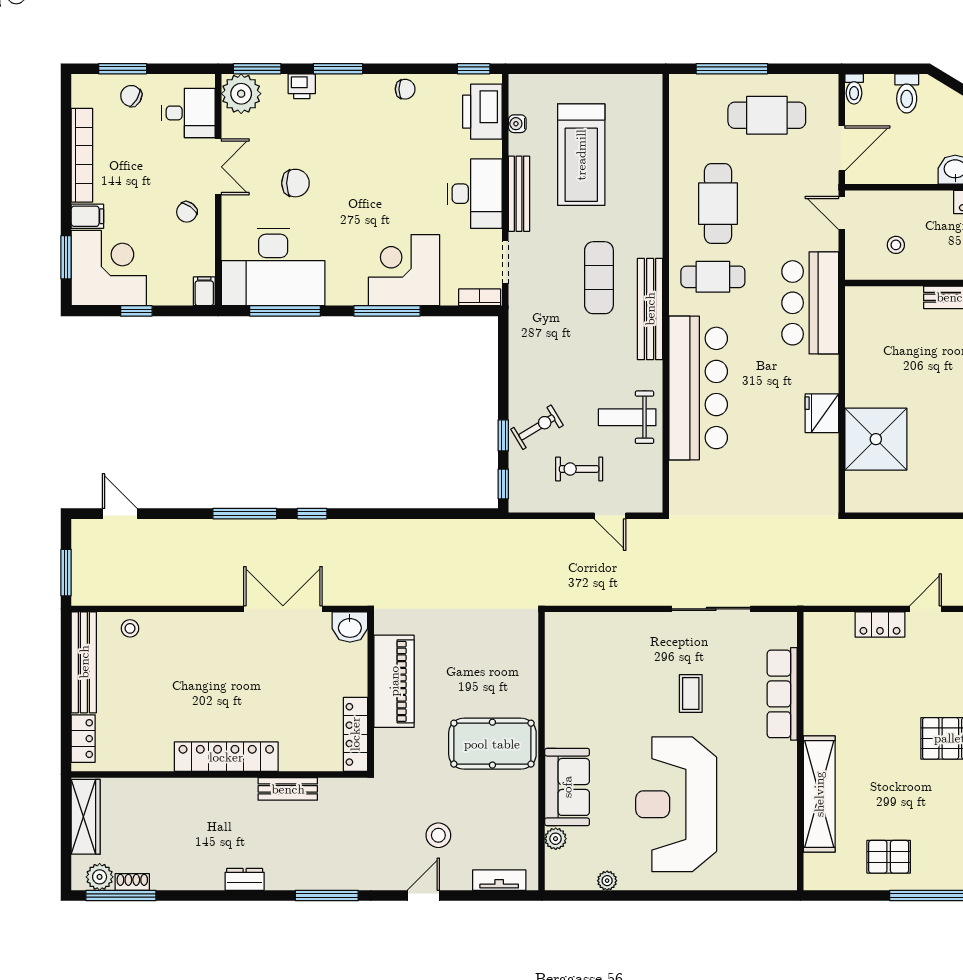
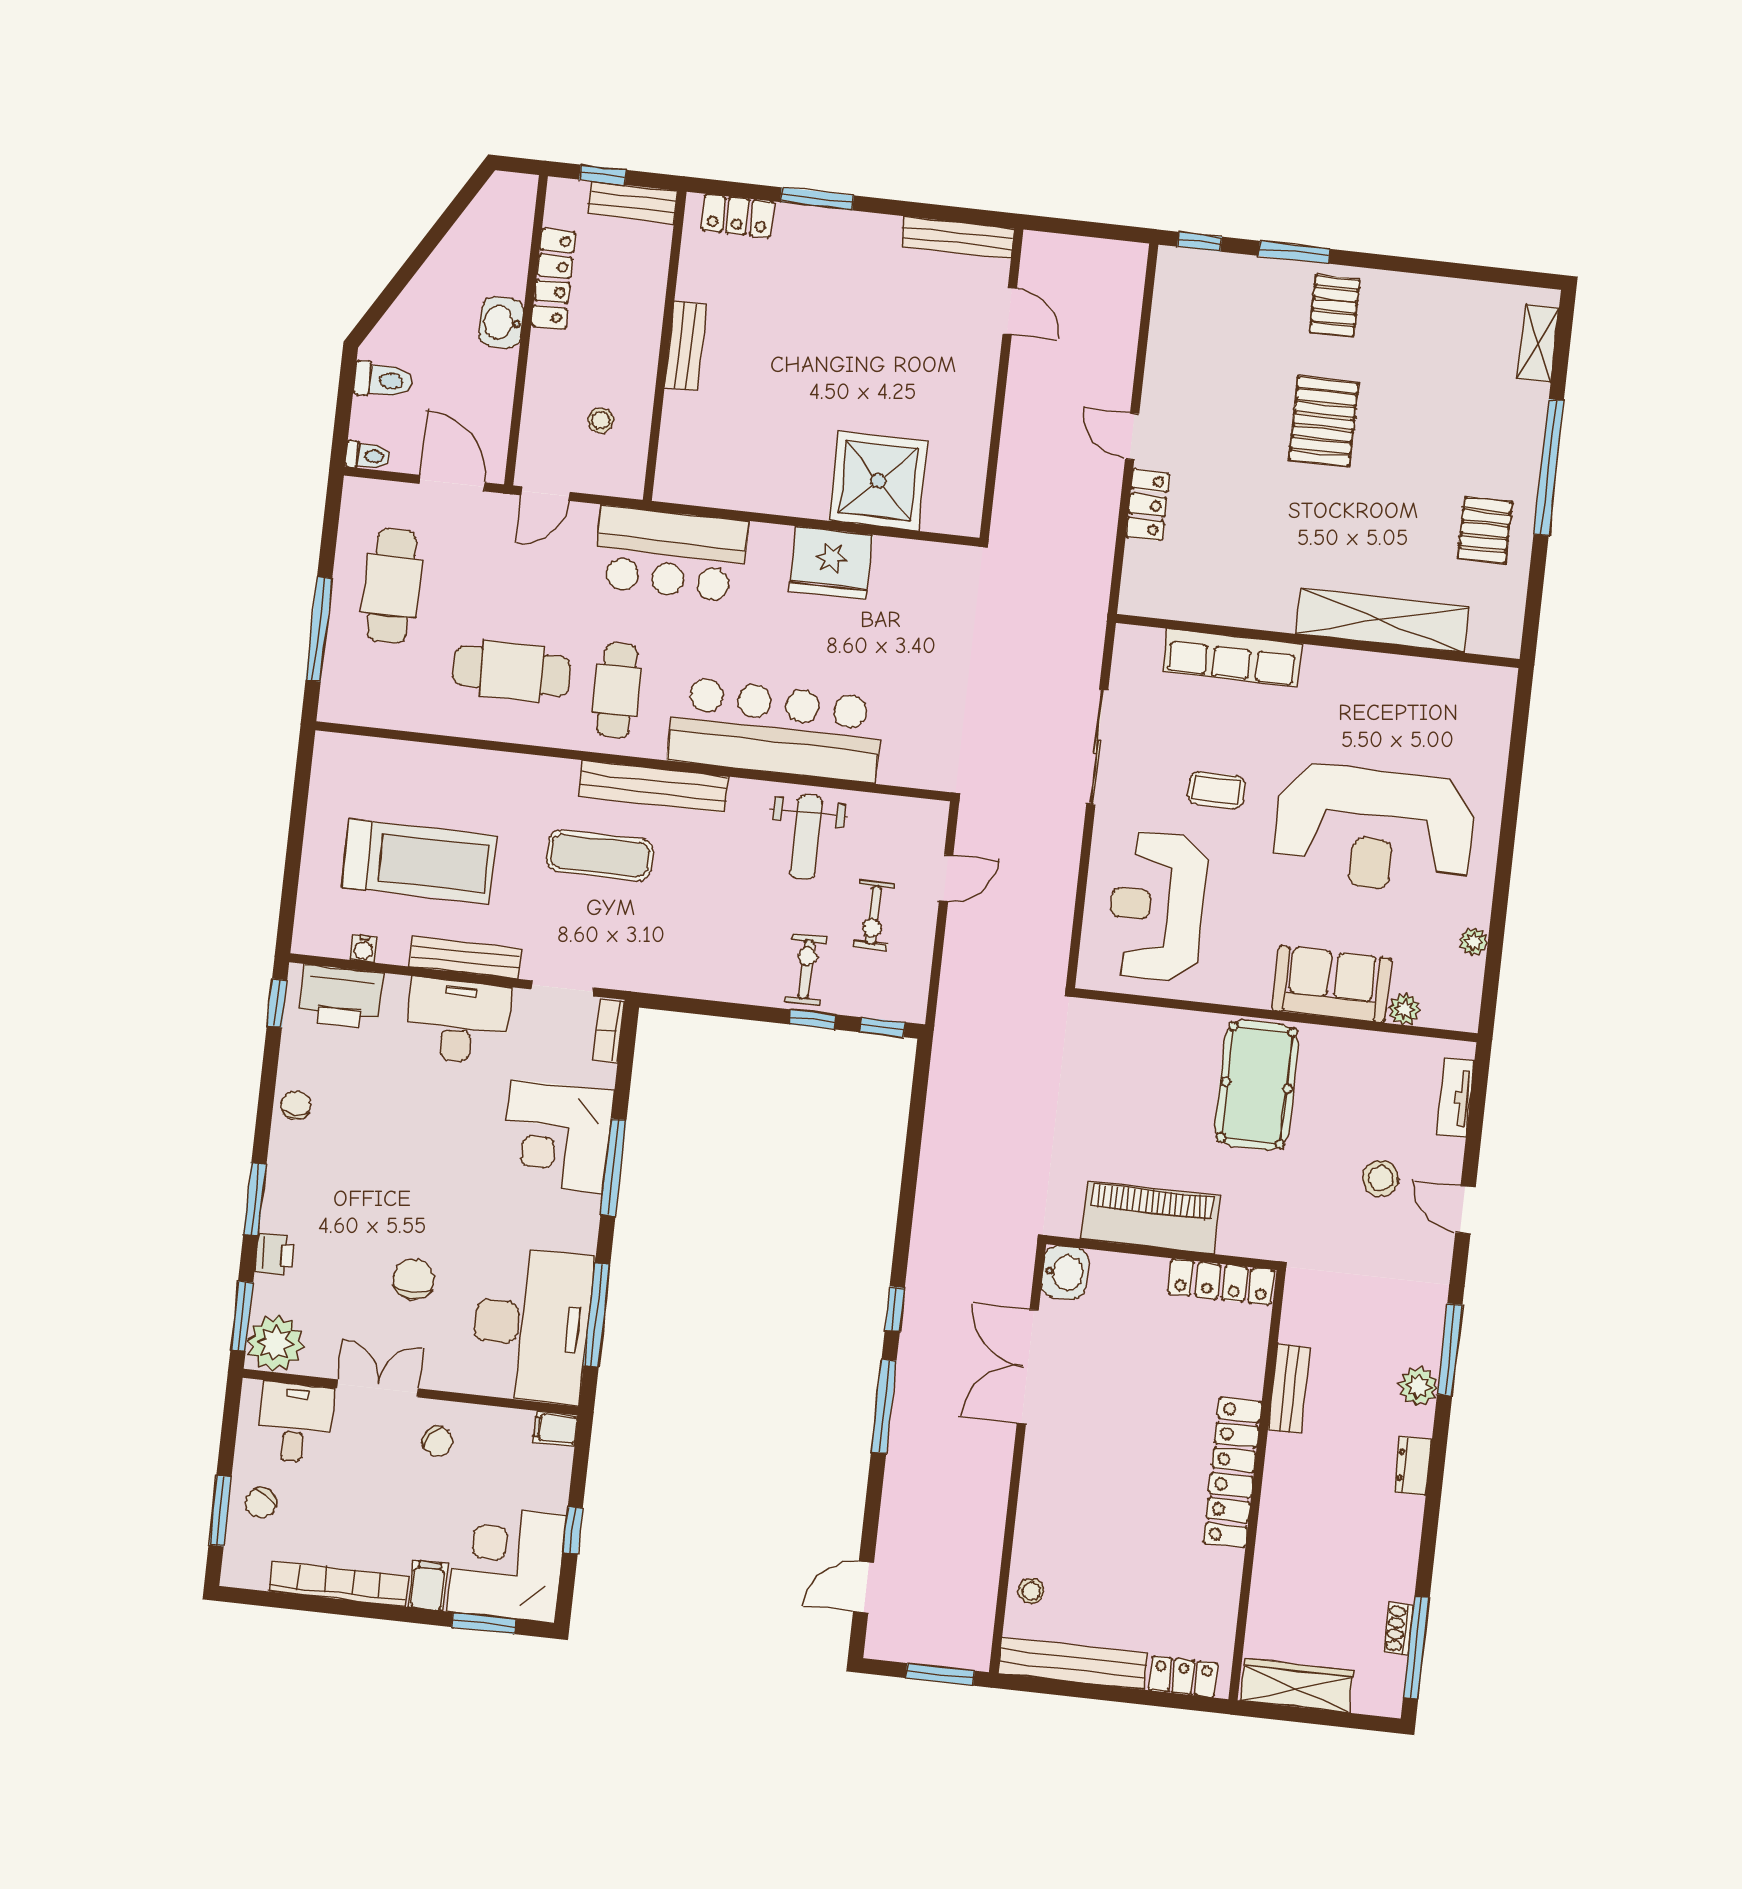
fridge: (822, 413) -> (831, 563), width x1.36, depth x1.34
exercise bike: (537, 427) -> (806, 969), turned 31
reception desk: (607, 662) -> (1157, 906), added
plant: (100, 877) -> (1418, 1386), moved

